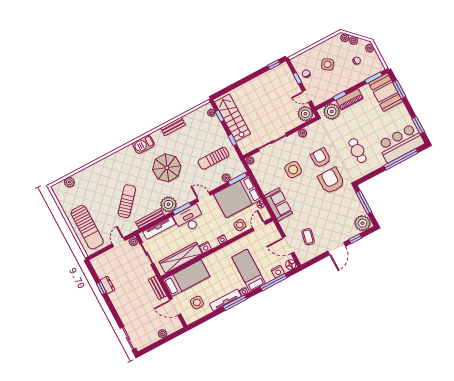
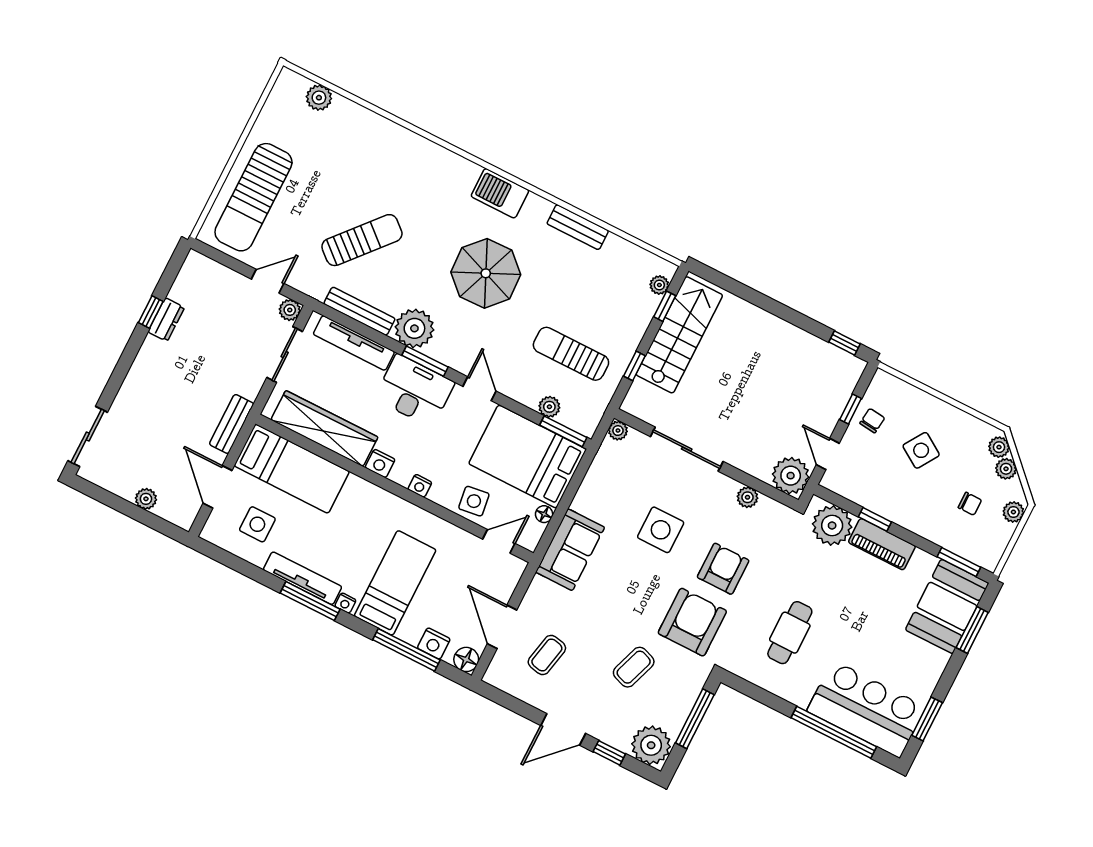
coffee table: (332, 211) -> (634, 667), added

